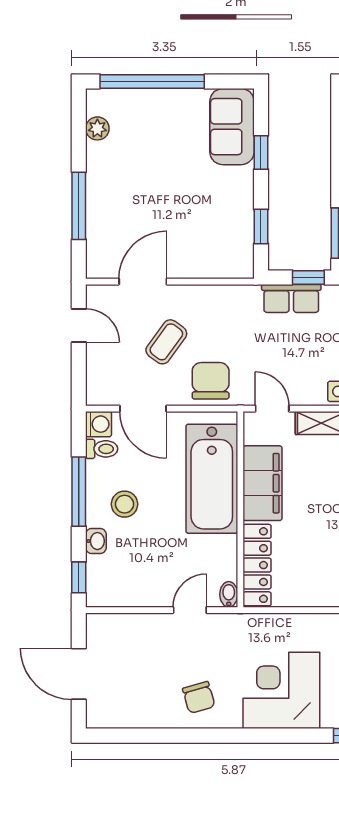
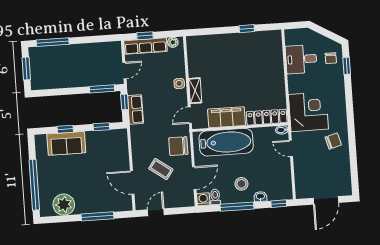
sofa: (232, 127) -> (66, 143), moved
plant: (97, 128) -> (64, 205), width x1.88, depth x1.88
corner desk: (281, 690) -> (308, 112), moved, turned 180

